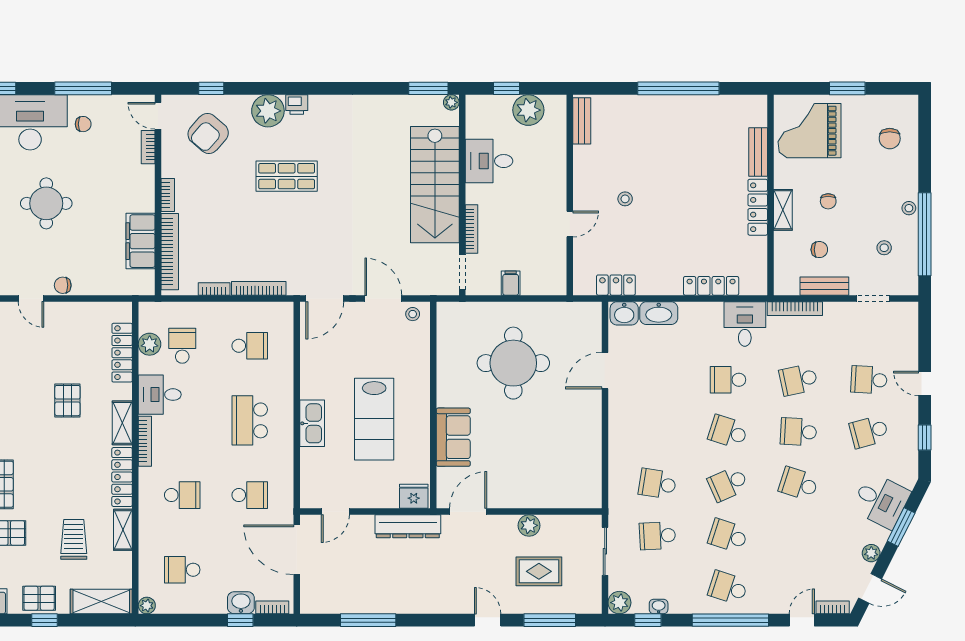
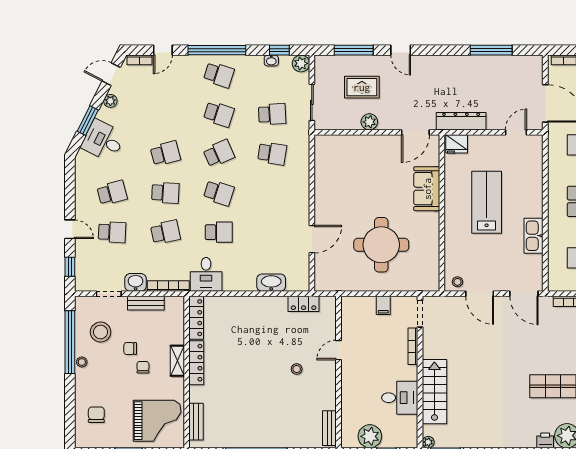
bench: (758, 152) -> (196, 422), moved
stairs: (435, 185) -> (434, 392), width x0.73, depth x0.66
stool: (884, 248) -> (101, 332), width x1.89, depth x1.89
chair: (819, 250) -> (130, 349), moved
locker: (711, 286) -> (196, 318), moved, turned -90
door: (325, 298) -> (524, 294), swing flipped
washbasin: (624, 313) -> (136, 282), moved
kitchen sink: (312, 423) -> (534, 236), moved
window: (925, 438) -> (70, 267), moved
school desk: (798, 484) -> (165, 153), turned -33

